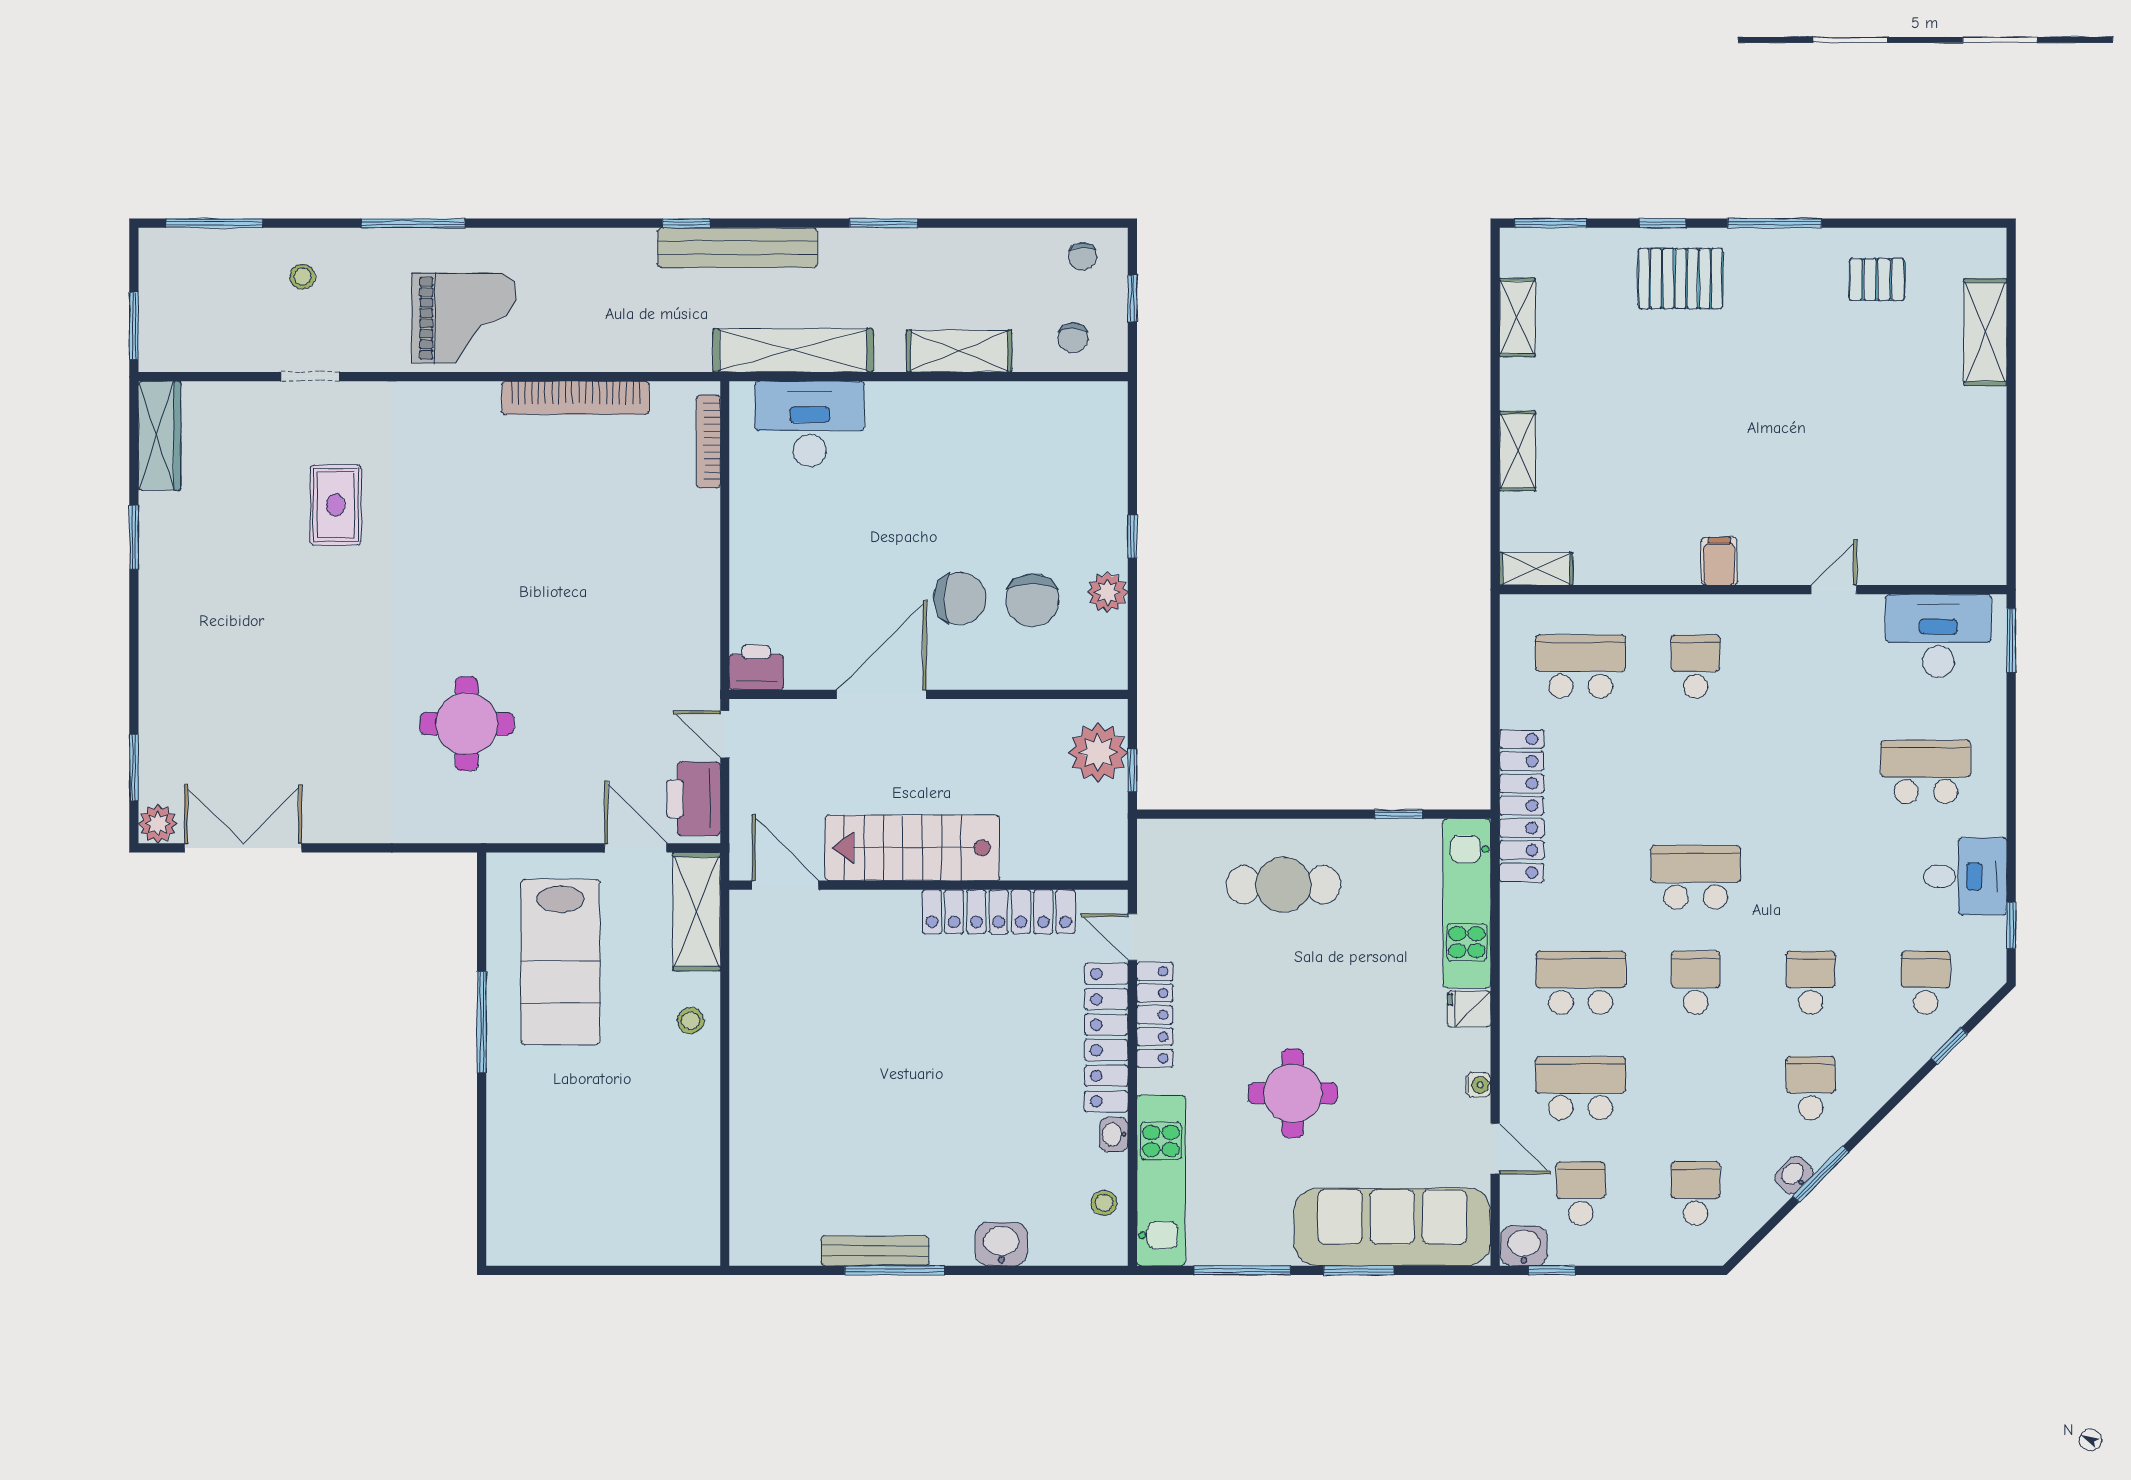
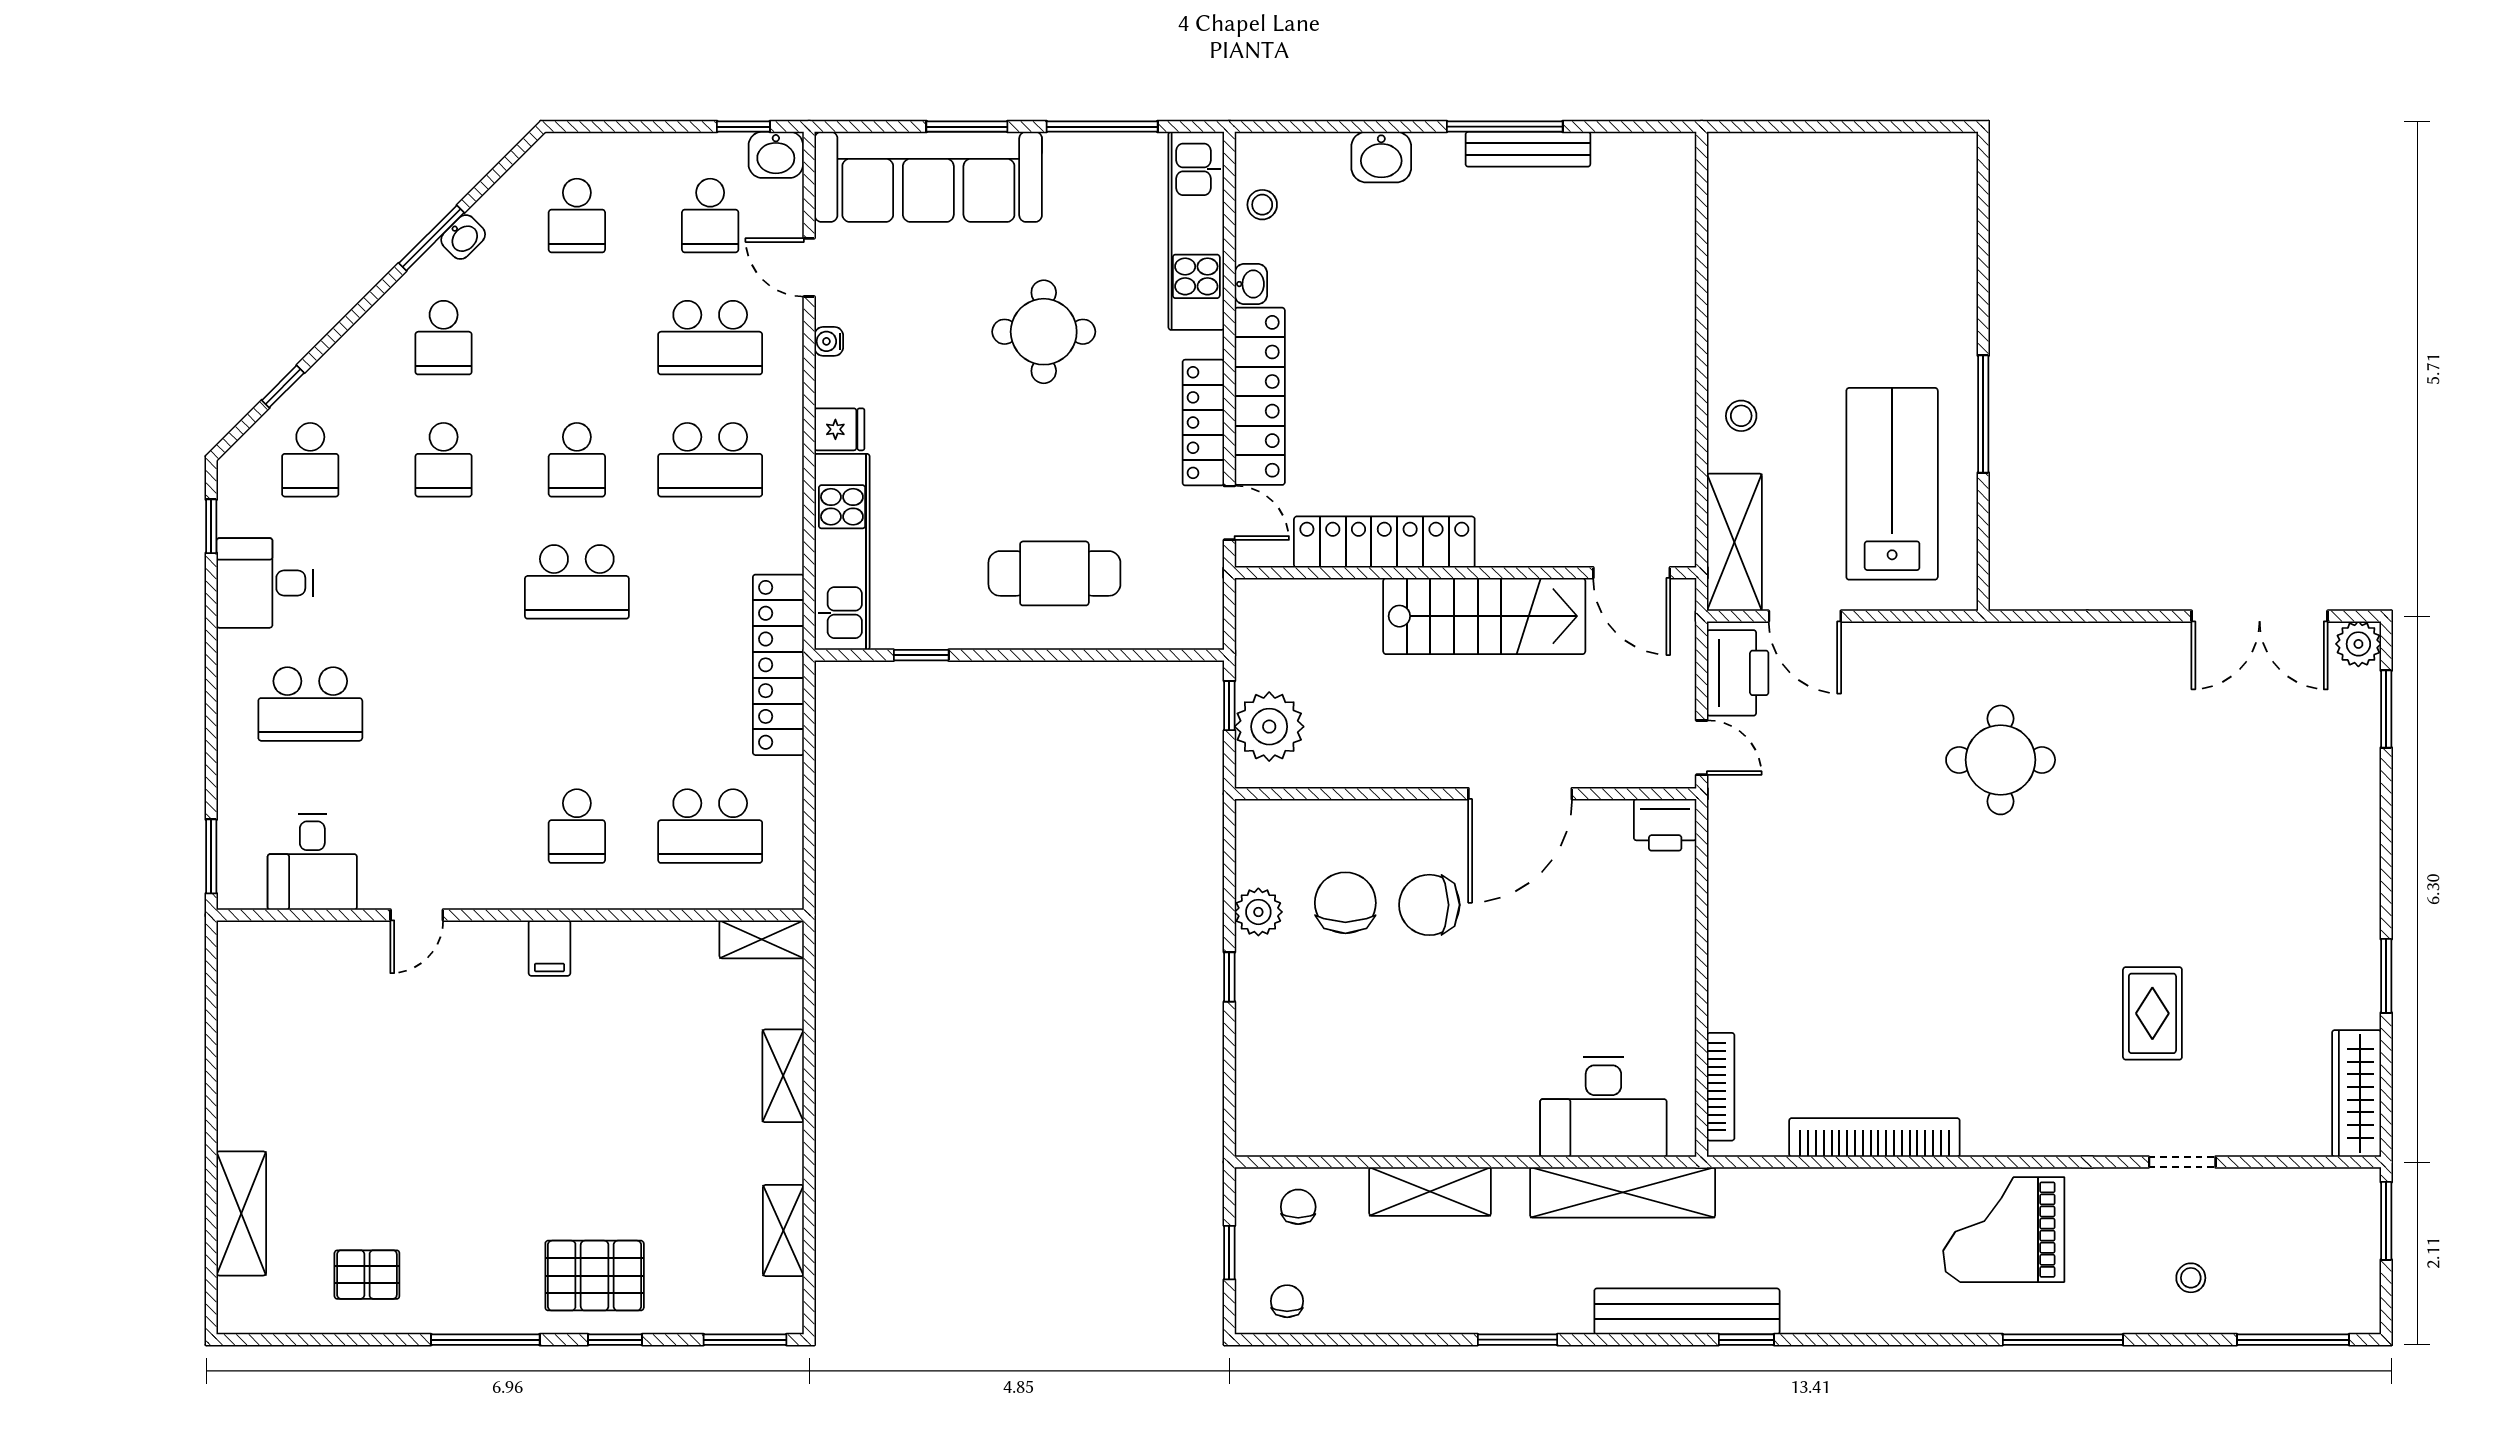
desk: (1938, 636) -> (312, 862), width x0.73

